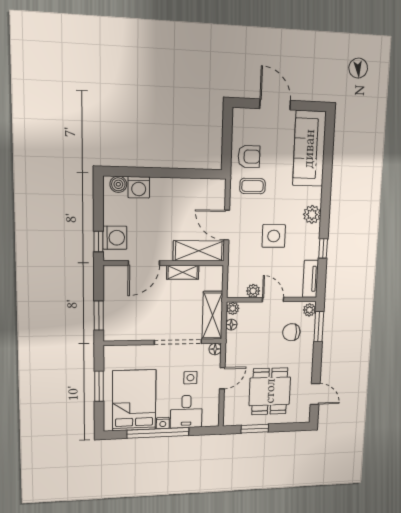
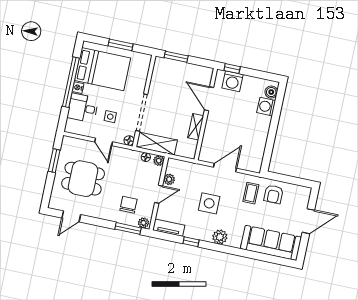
shelving: (199, 251) -> (210, 142), removed

